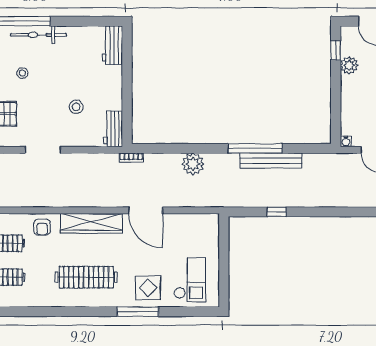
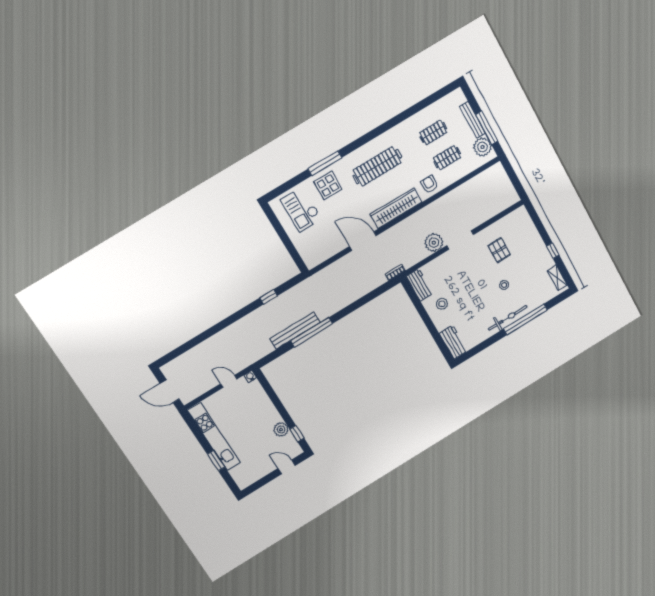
stool: (76, 107) -> (442, 304), moved
plant: (193, 164) -> (434, 243), moved

